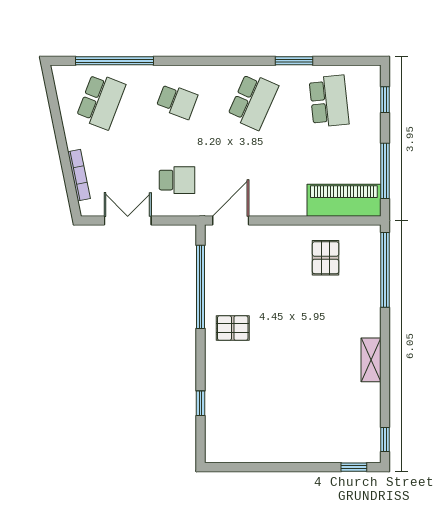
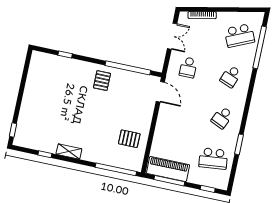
school desk: (101, 101) -> (239, 35), turned -45
school desk: (253, 101) -> (222, 117), width x0.54
piano: (344, 200) -> (168, 169), moved, turned -90
window: (385, 439) -> (45, 154), moved

